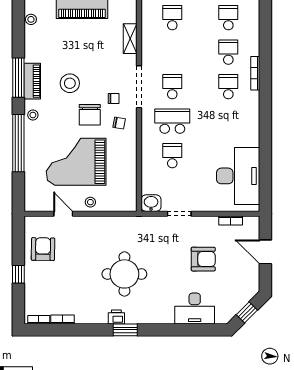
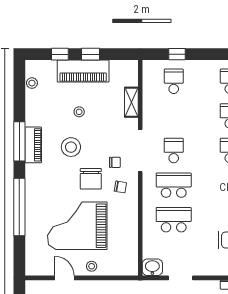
stool: (33, 115) -> (79, 112), moved
school desk: (172, 156) -> (174, 220), width x1.85

